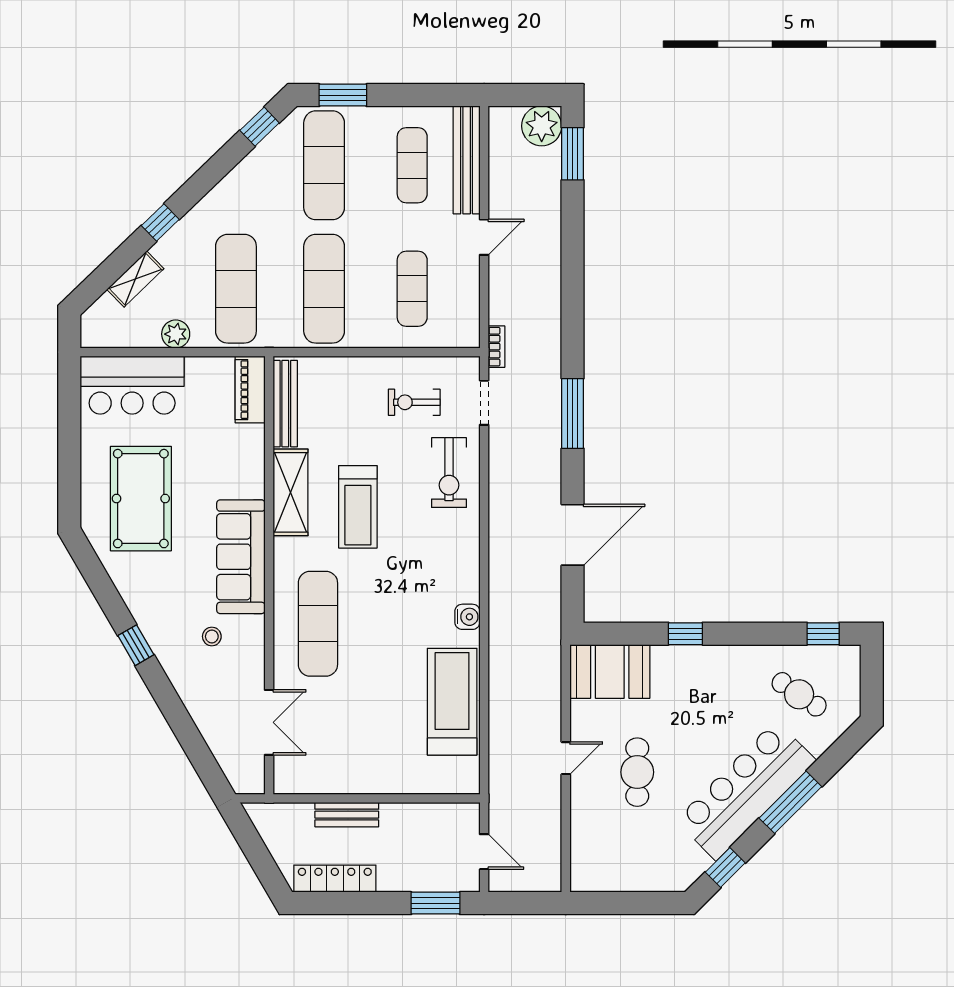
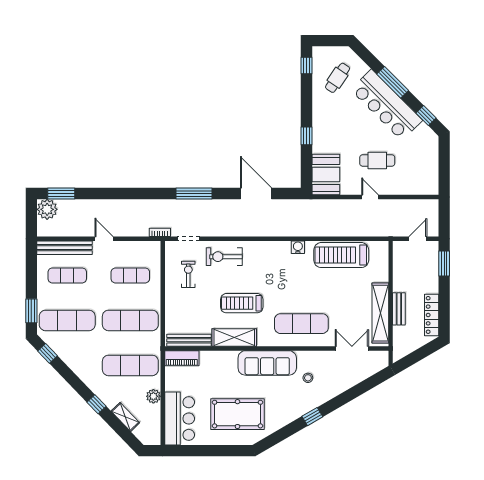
exercise bike: (414, 402) -> (188, 274), turned 180
exercise bike: (449, 473) -> (224, 257), turned 180
treadmill: (358, 507) -> (242, 303), turned 180
shelving: (339, 778) -> (380, 313), added

